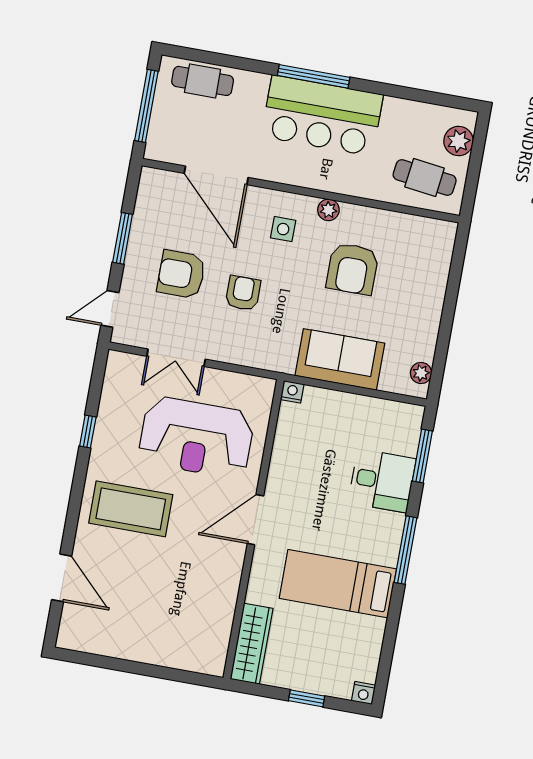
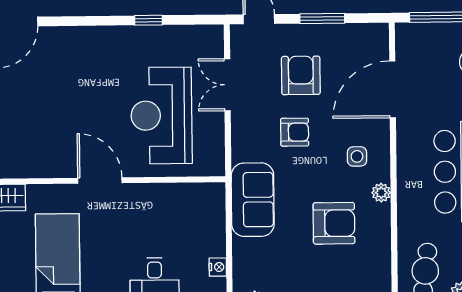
armchair: (352, 269) -> (334, 223), turned 180
sofa: (340, 359) -> (253, 200), moved
nightstand: (292, 392) -> (218, 267), moved
coffee table: (131, 509) -> (88, 70), removed

